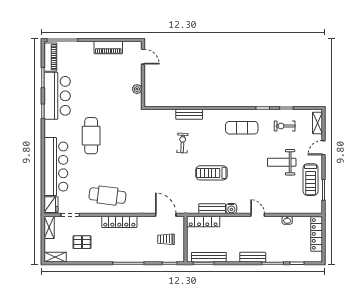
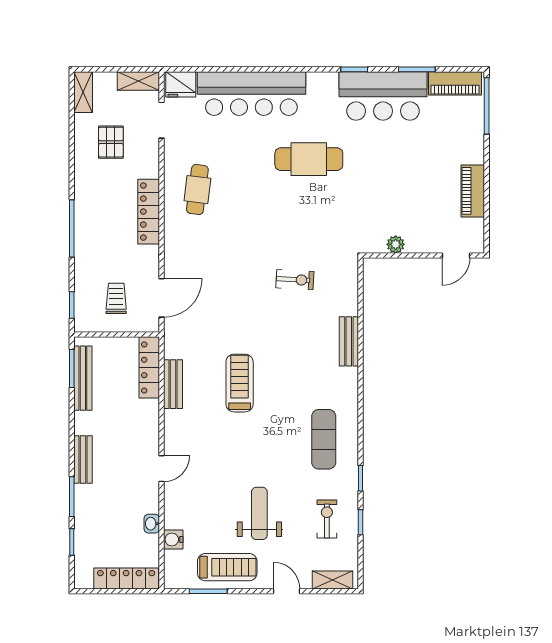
exercise bike: (182, 143) -> (295, 280), moved
treadmill: (311, 180) -> (227, 567), turned 180
cafe table: (107, 196) -> (197, 190), width x0.73, depth x0.74
water cooler: (231, 209) -> (173, 540), moved

